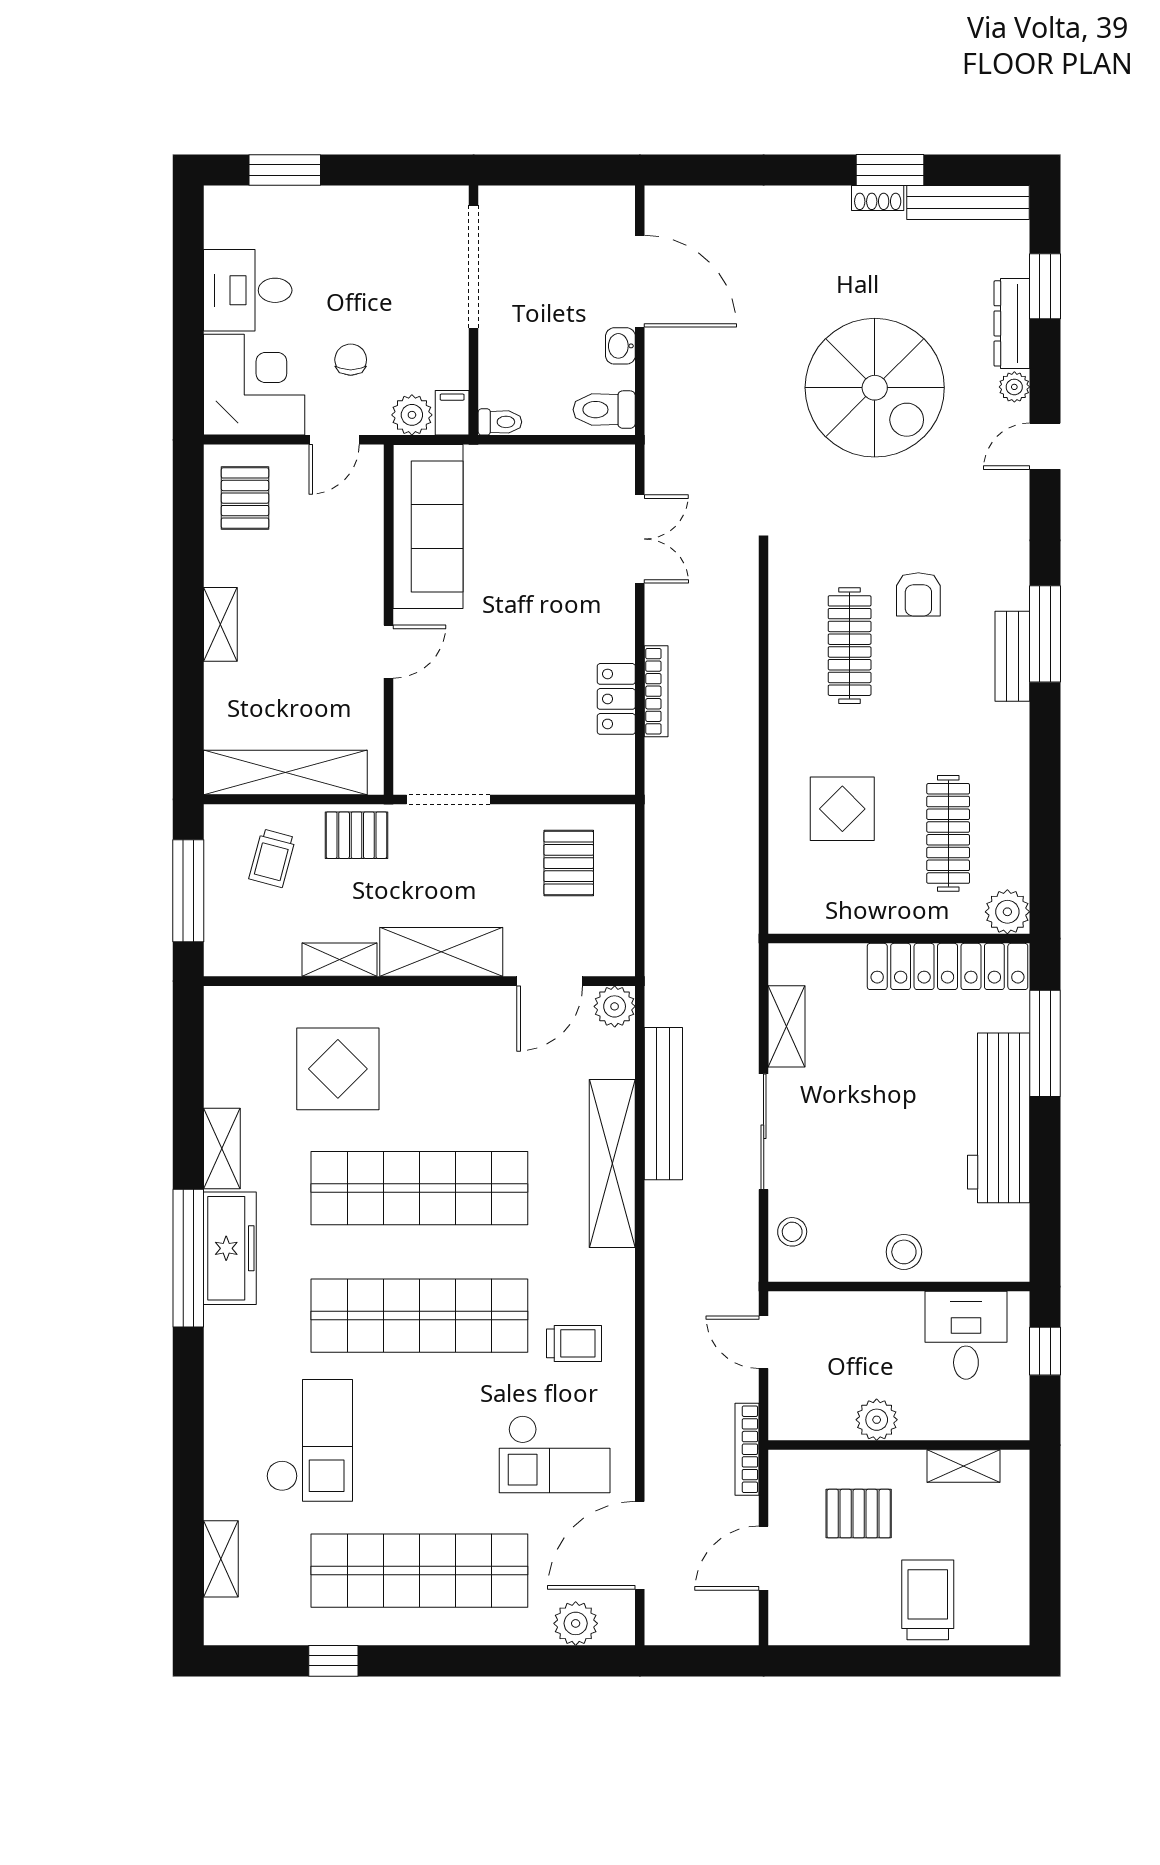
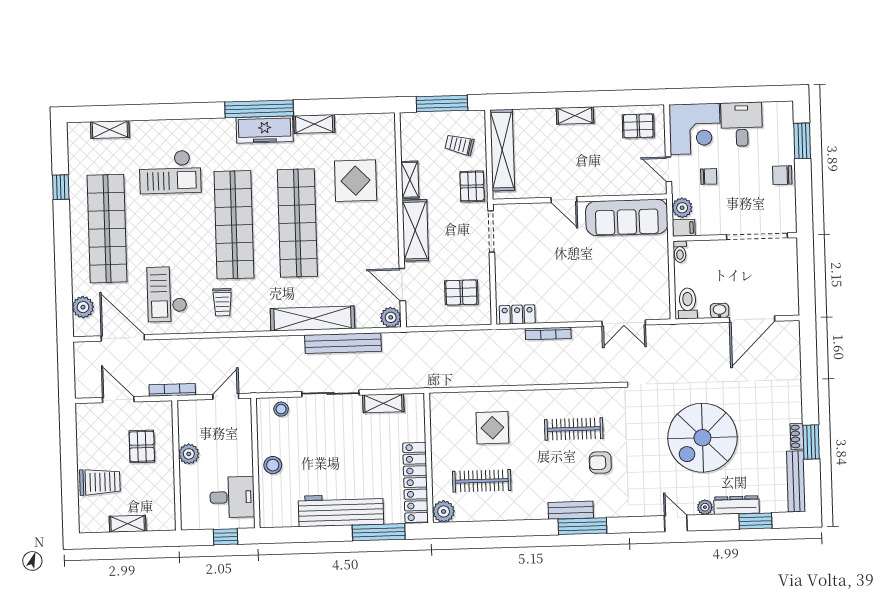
chair: (352, 212) -> (782, 175), added
locker: (616, 699) -> (517, 314), moved
shelving: (963, 1466) -> (128, 524), moved, turned 90

